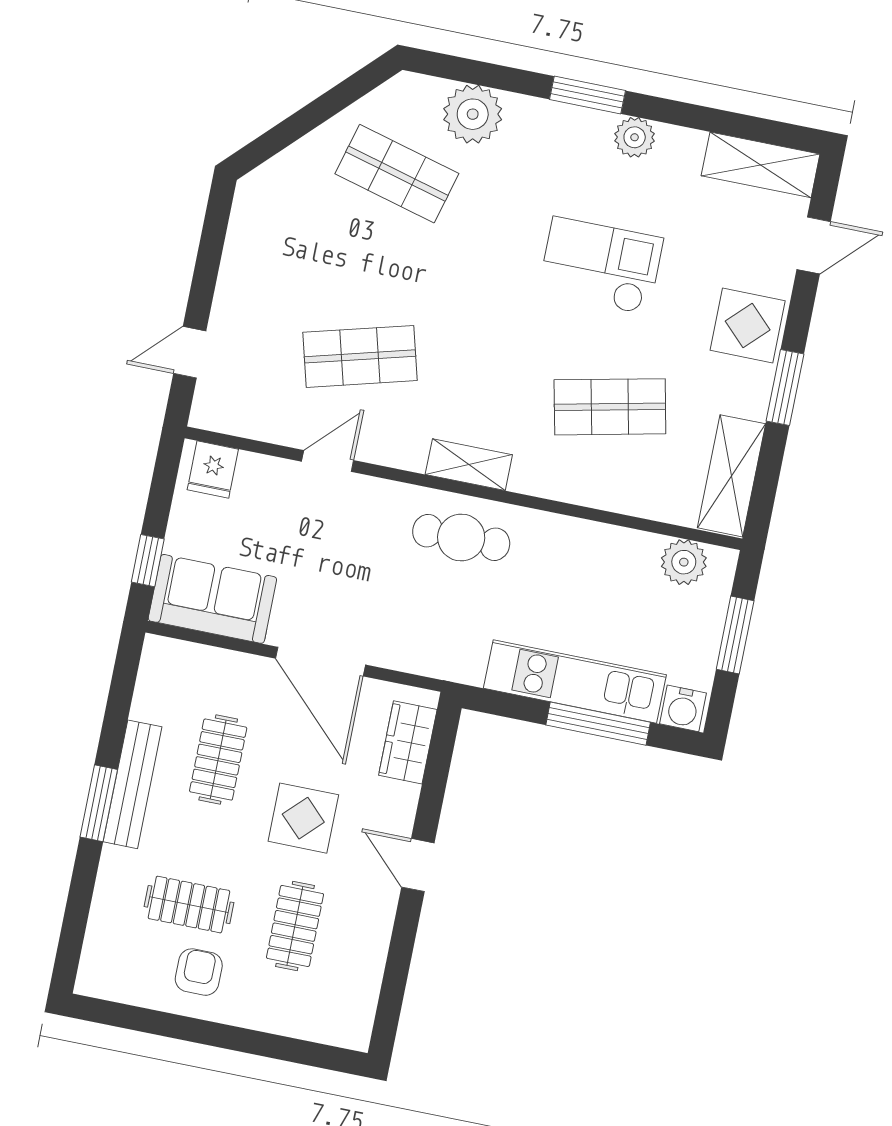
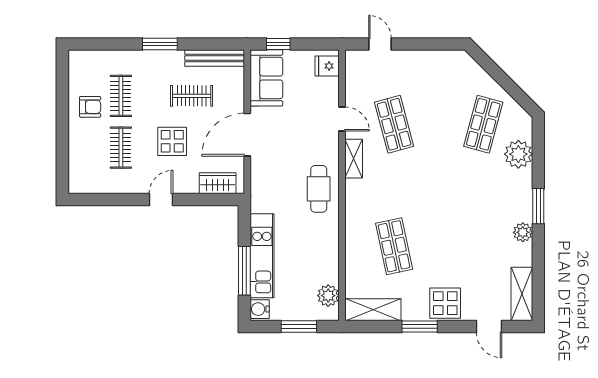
checkout: (601, 266) -> (459, 229), removed
shelving: (469, 465) -> (354, 159), moved
bench: (133, 784) -> (215, 58), moved
clothes rail: (295, 926) -> (121, 148), turned 90

